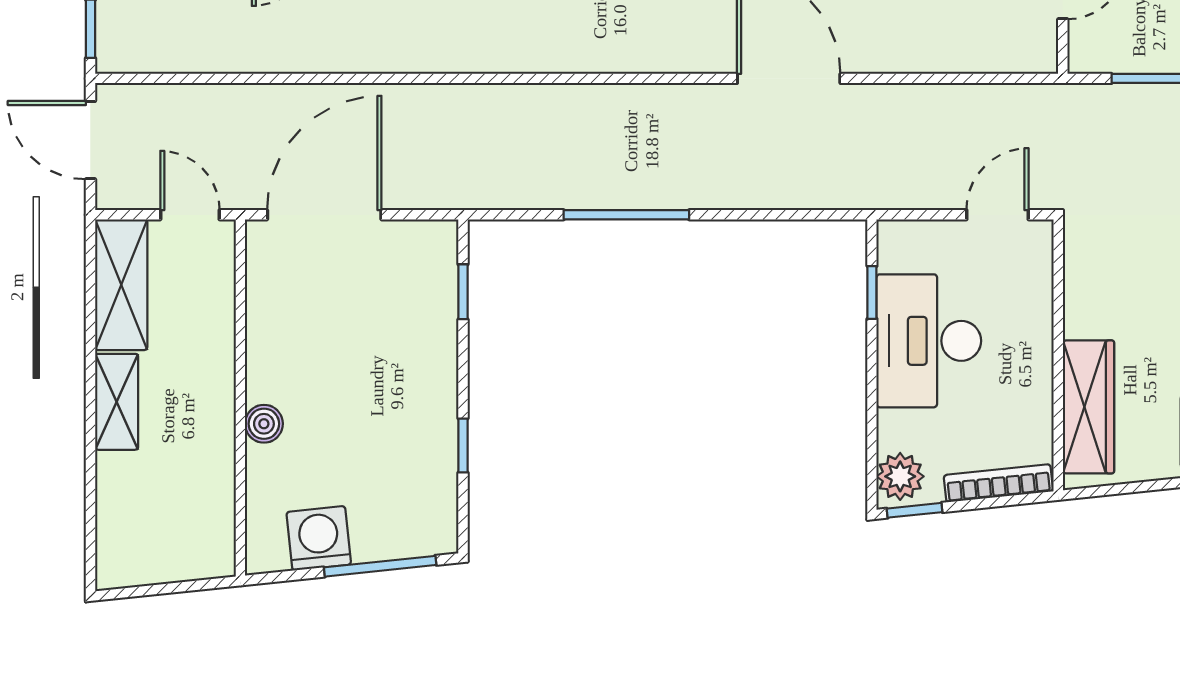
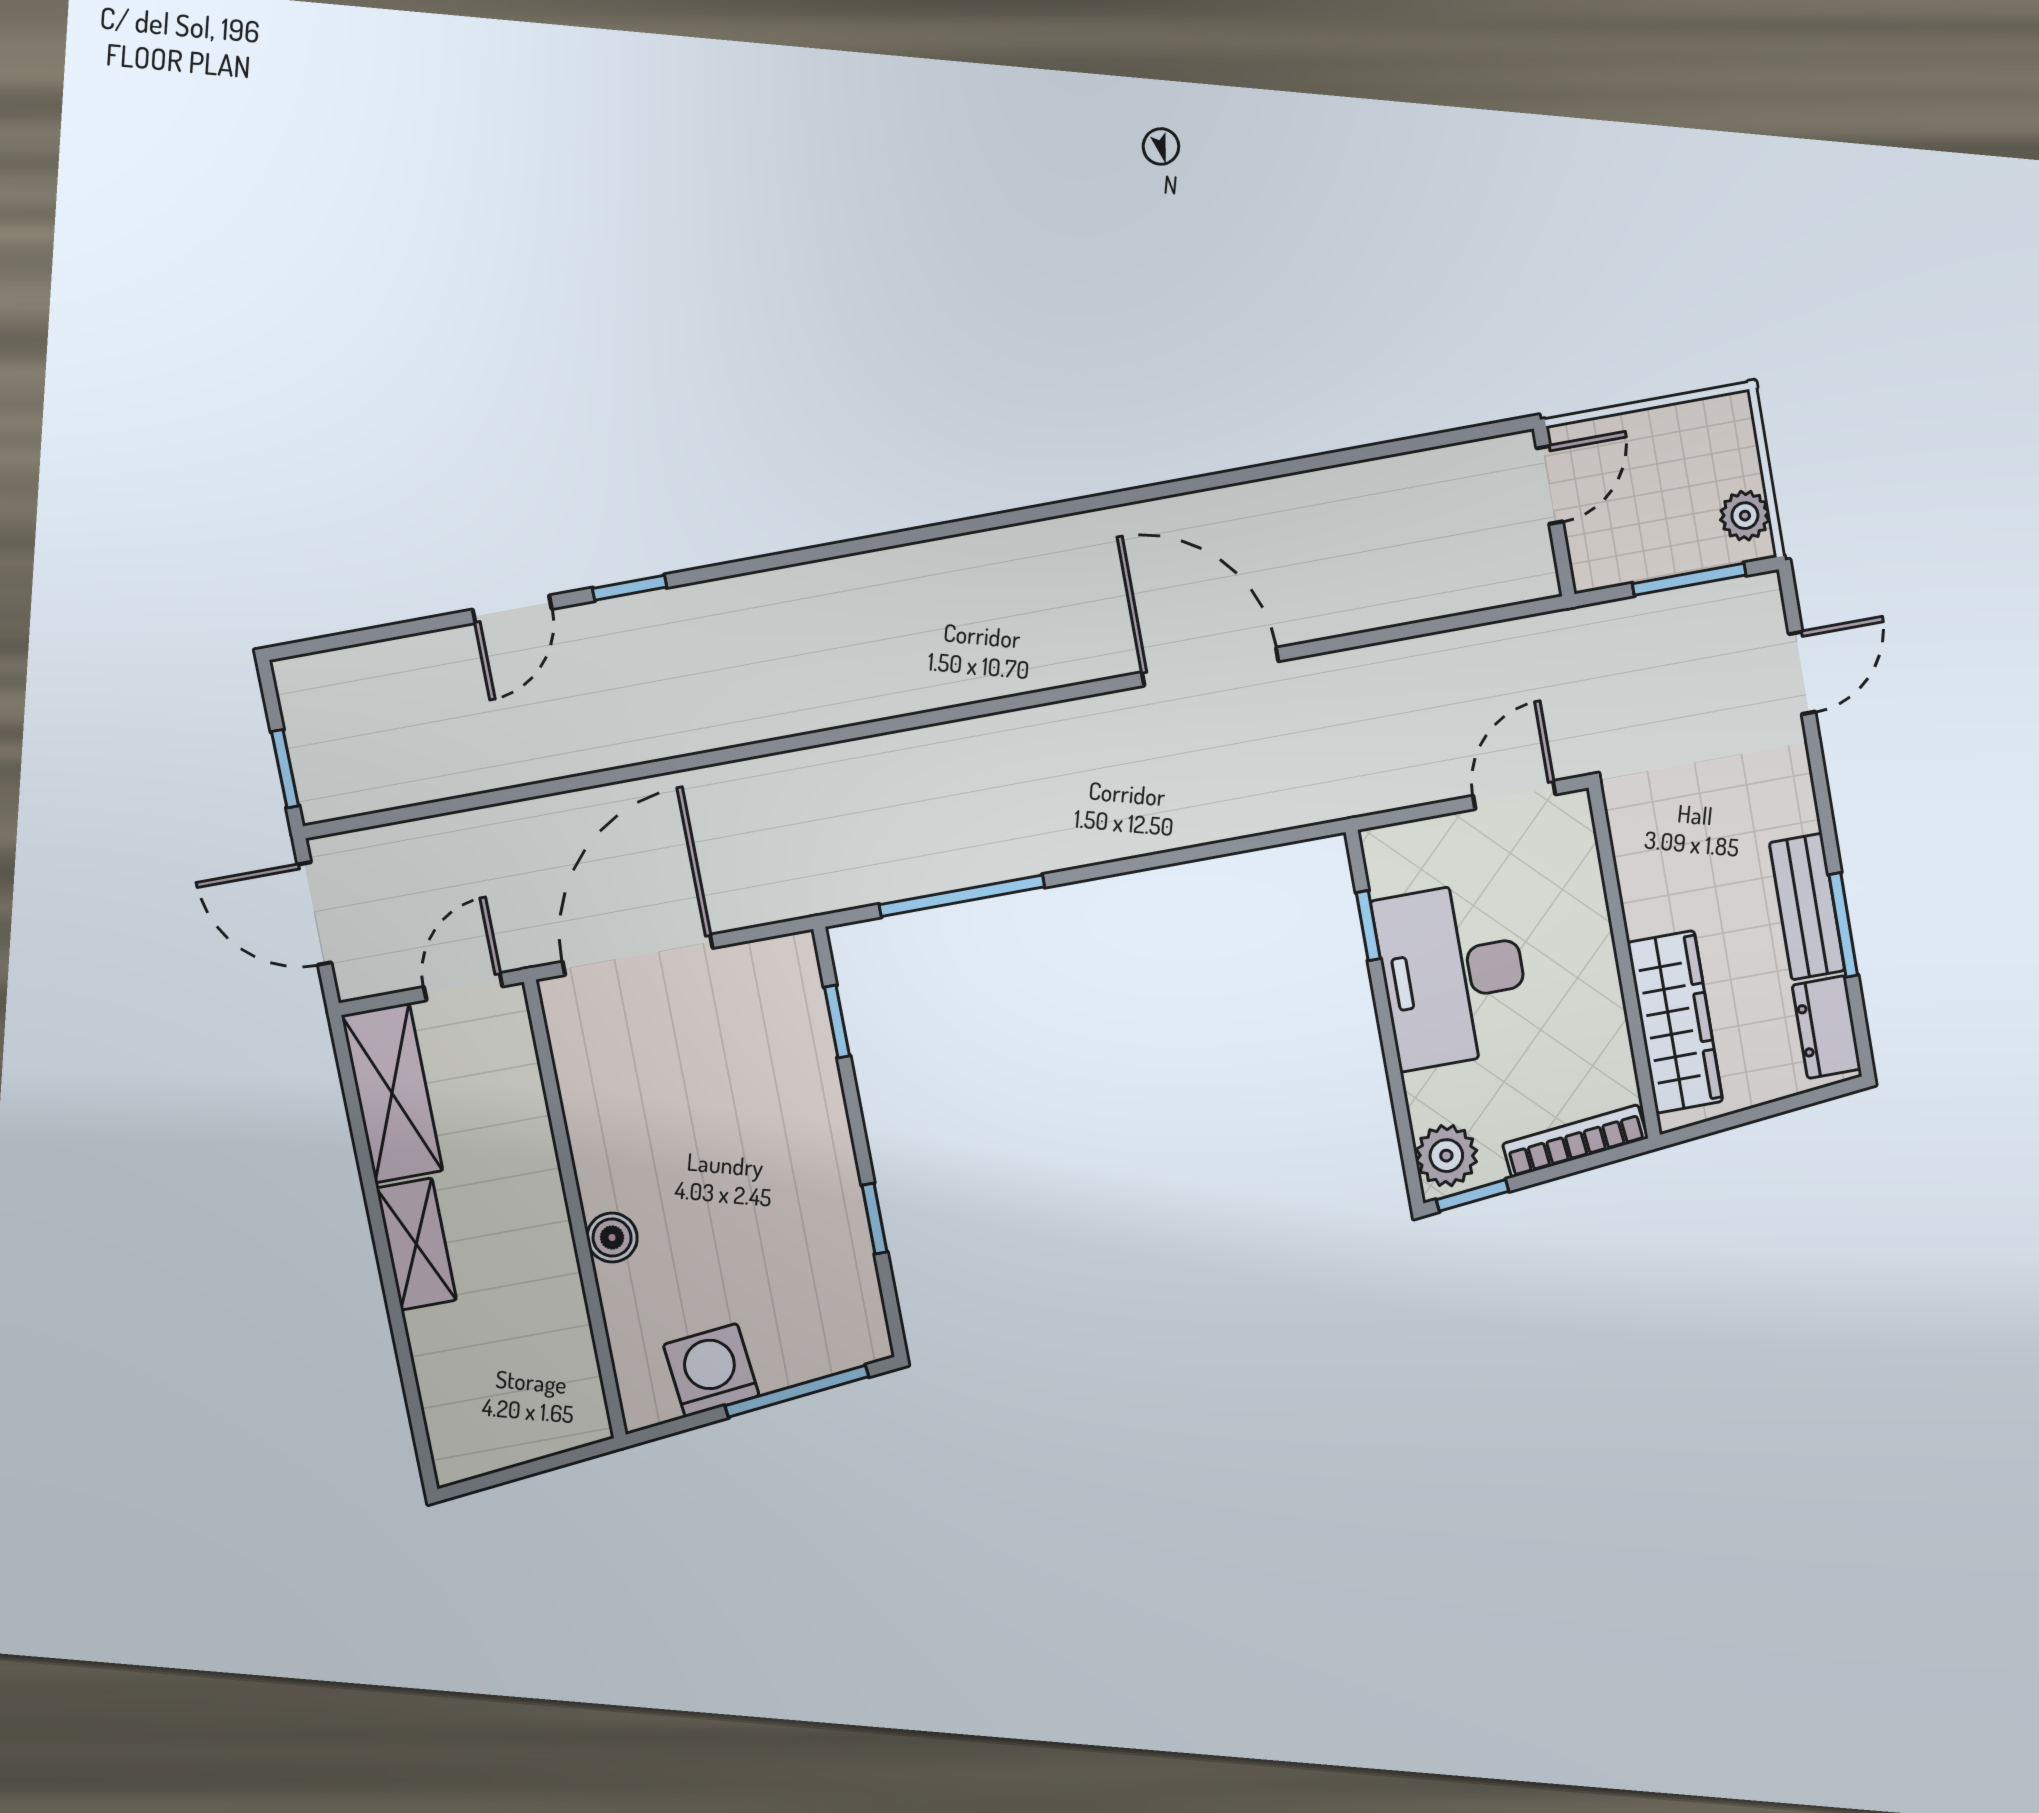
door: (190, 215) -> (463, 987), hinge flipped
window: (626, 215) -> (962, 896), moved

